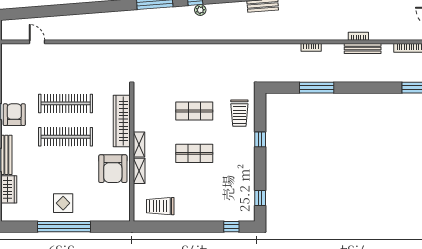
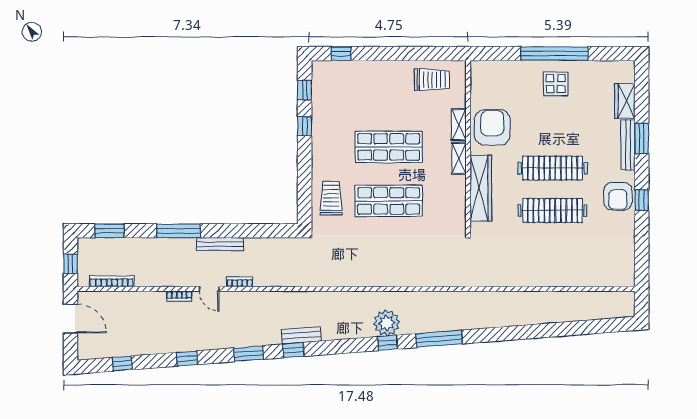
plant: (200, 10) -> (387, 323), width x1.88, depth x1.88
door: (37, 42) -> (209, 289), moved
bench: (363, 49) -> (220, 244), moved
window: (317, 88) -> (179, 231), moved
shop shelf: (194, 111) -> (389, 201), width x1.43, depth x1.36
window: (260, 139) -> (305, 126), moved
shop shelf: (194, 153) -> (389, 147), width x1.43, depth x1.36

